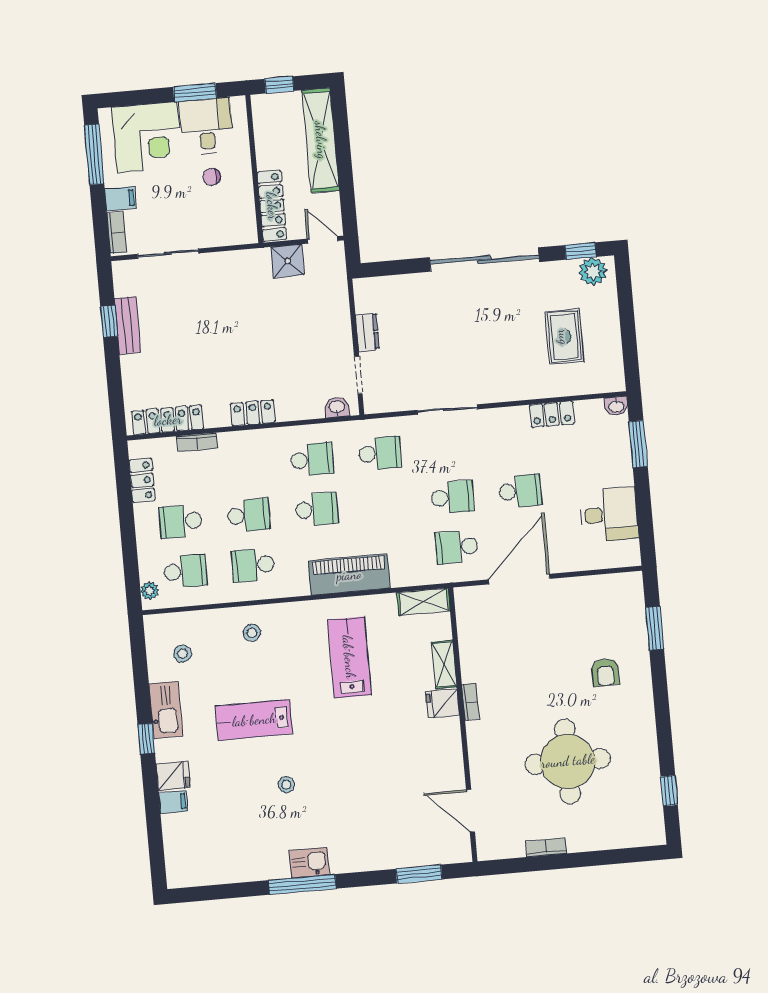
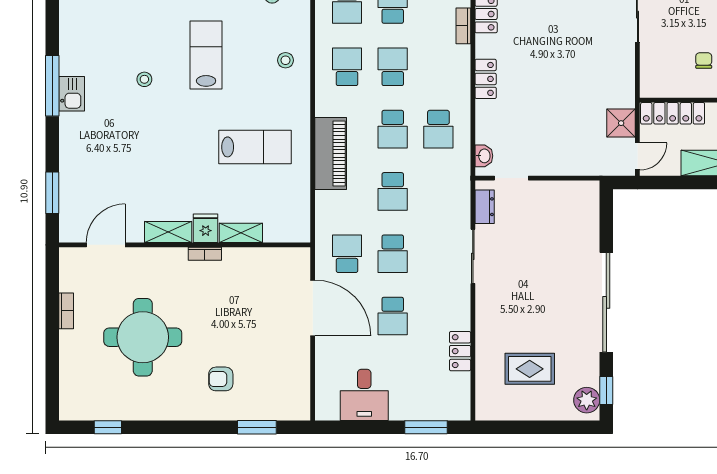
dresser: (367, 332) -> (485, 207), moved, turned -90
washbasin: (616, 406) -> (462, 410), removed
school desk: (380, 453) -> (393, 191), moved
school desk: (249, 515) -> (393, 67), turned 180
shelving: (424, 602) -> (168, 232), moved, turned 90

